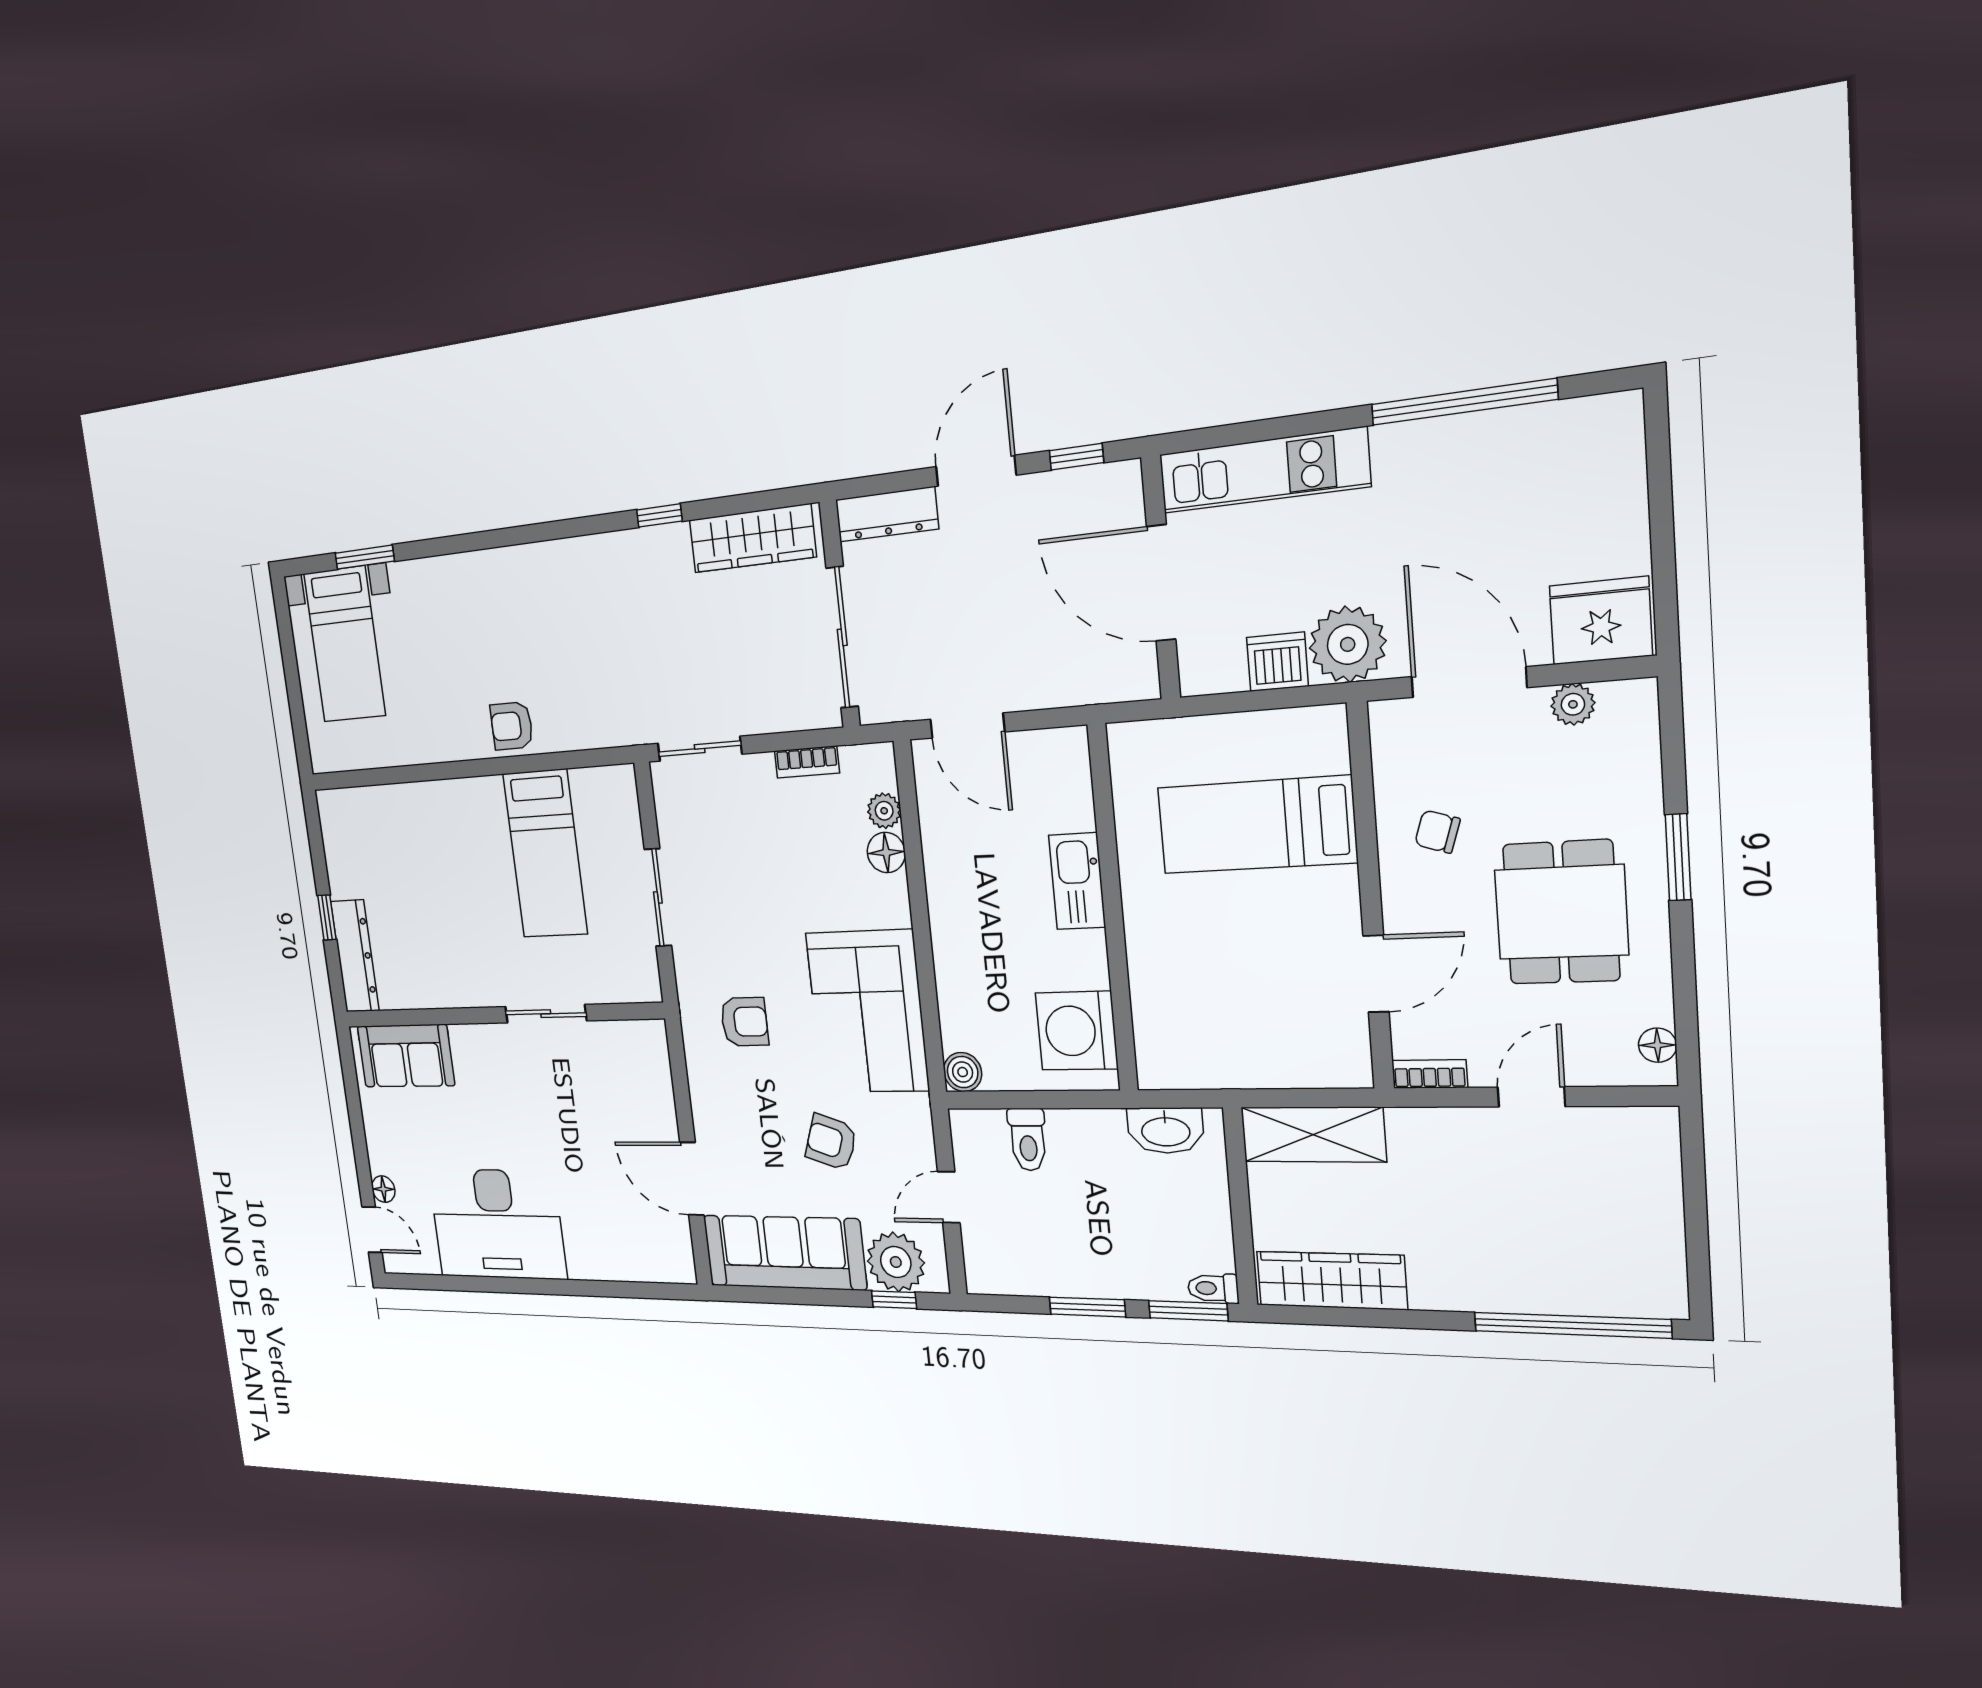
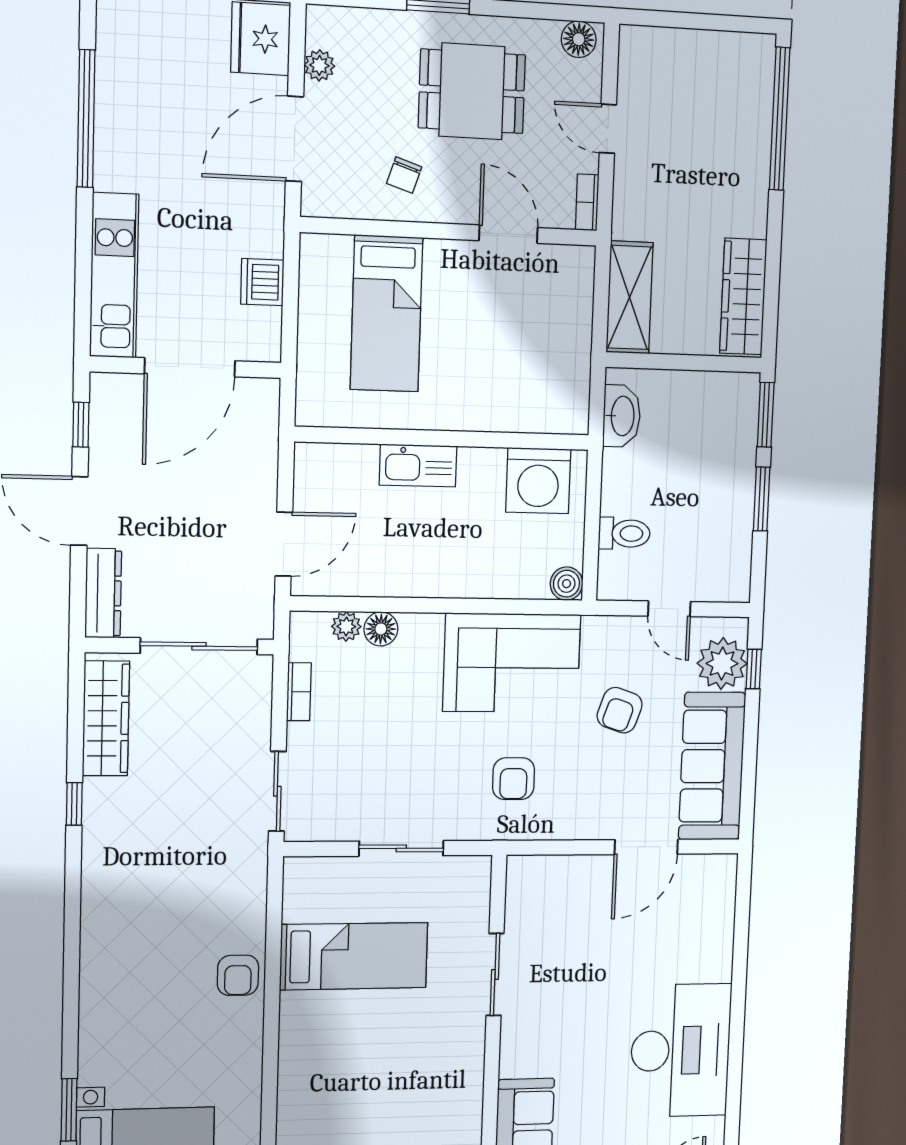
plant: (1348, 644) -> (255, 226), removed
armchair: (744, 1022) -> (513, 779), turned 180
floor lamp: (1658, 1045) -> (579, 39), width x1.37, depth x1.37
toilet: (1213, 1288) -> (748, 392), removed

